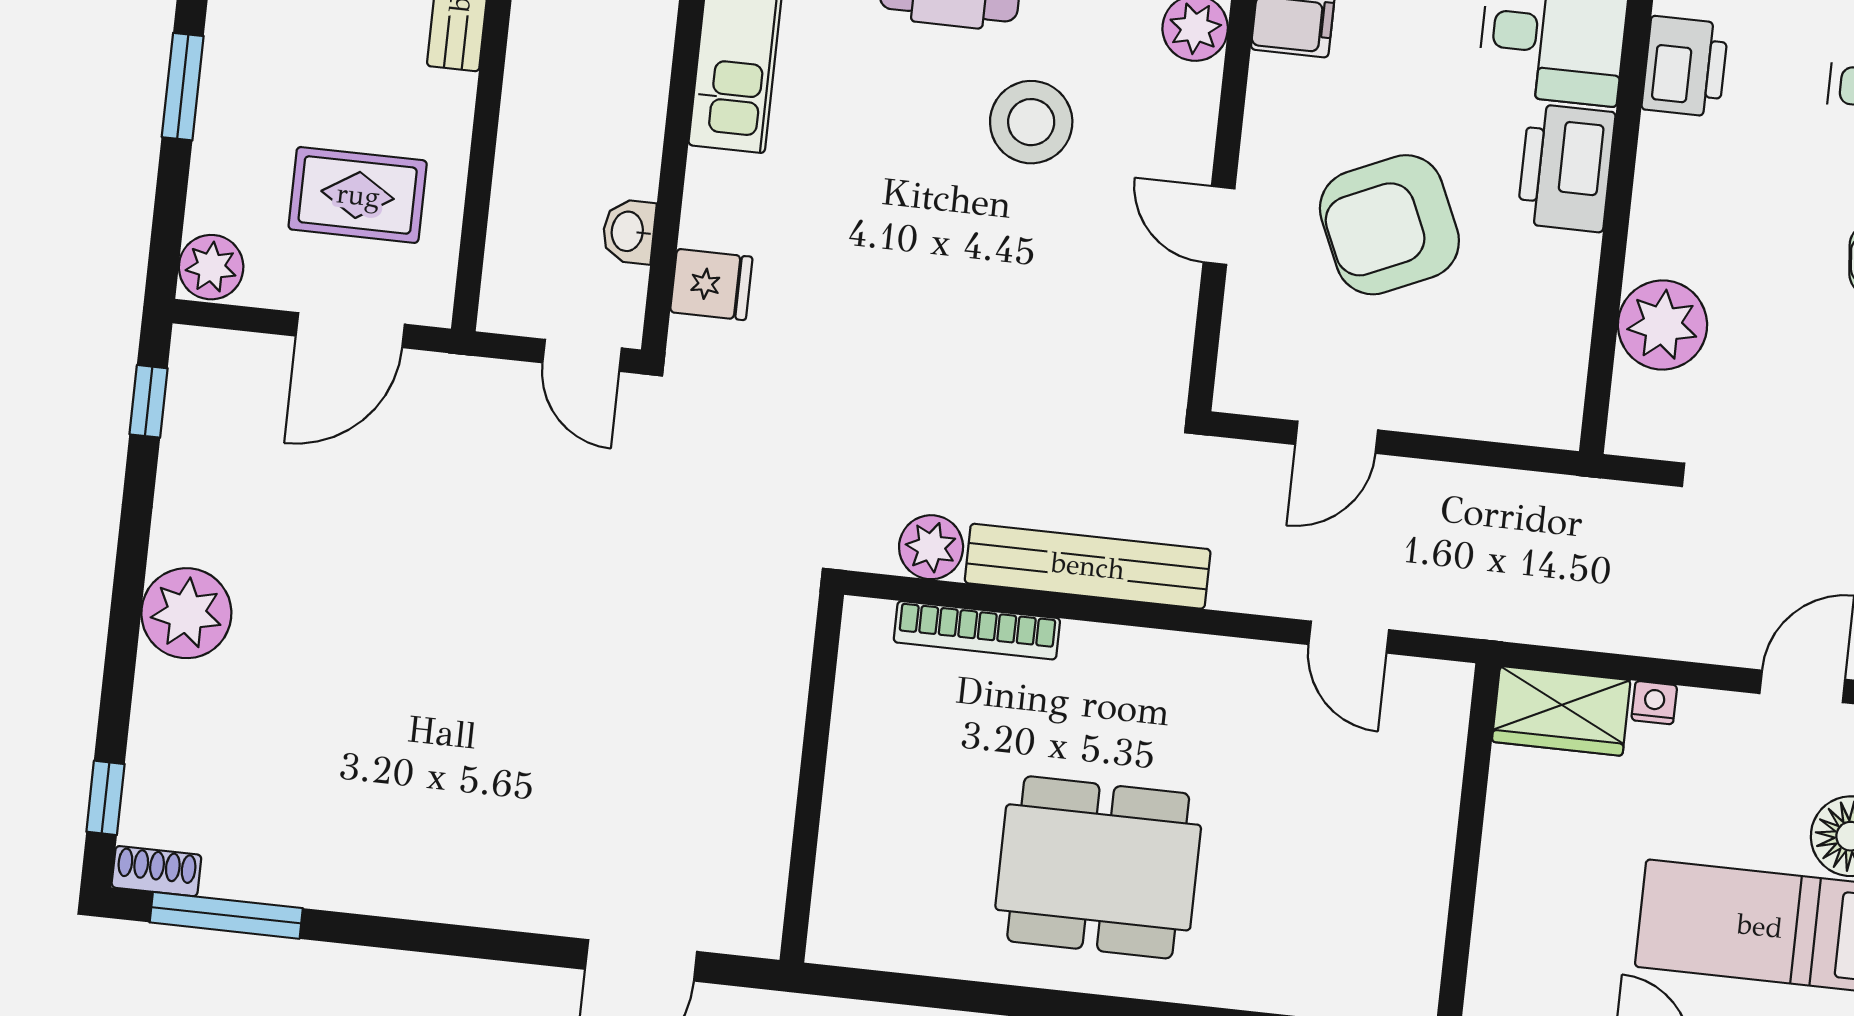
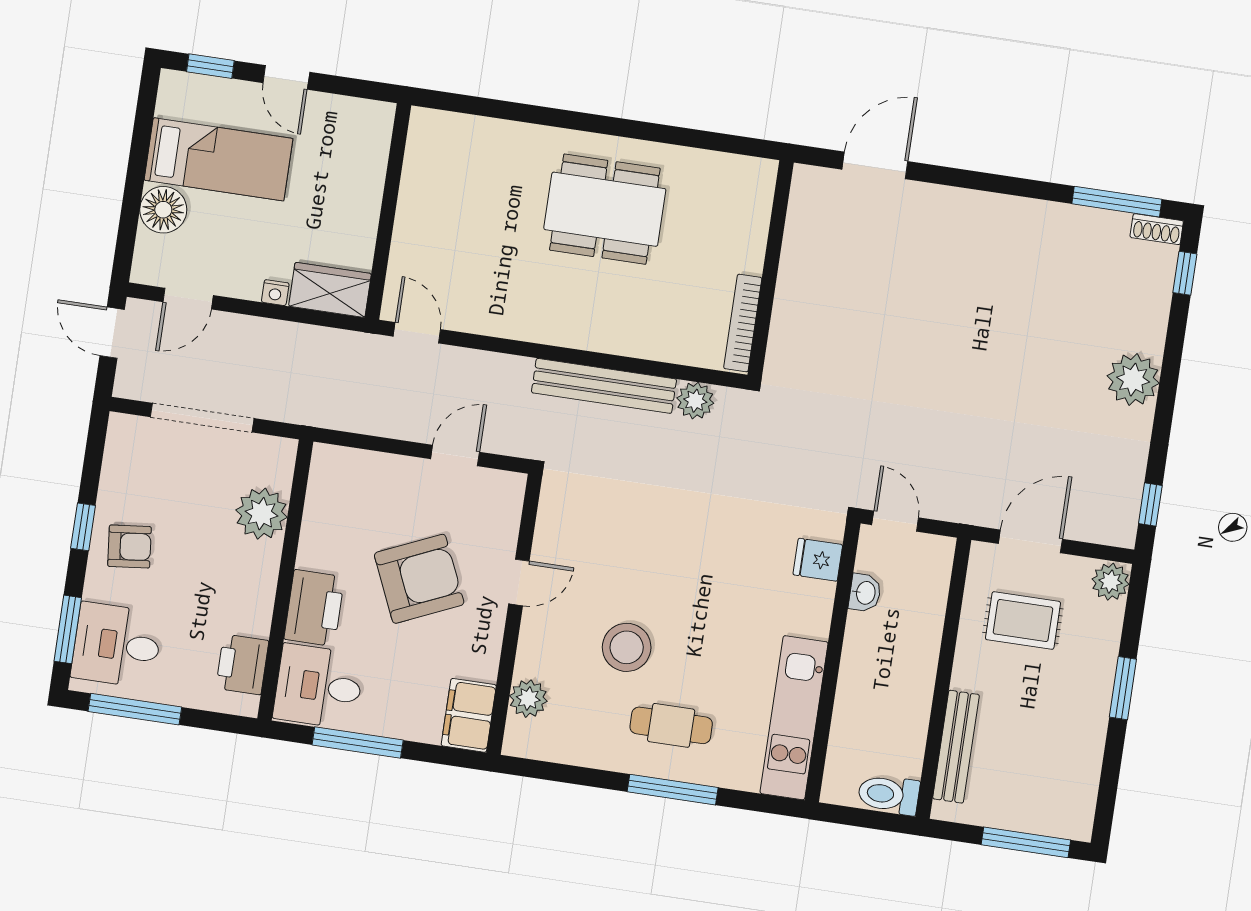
door: (1219, 225) -> (519, 582), hinge flipped
bookcase: (977, 630) -> (743, 323), moved, turned -90
door: (1349, 637) -> (417, 333), moved

